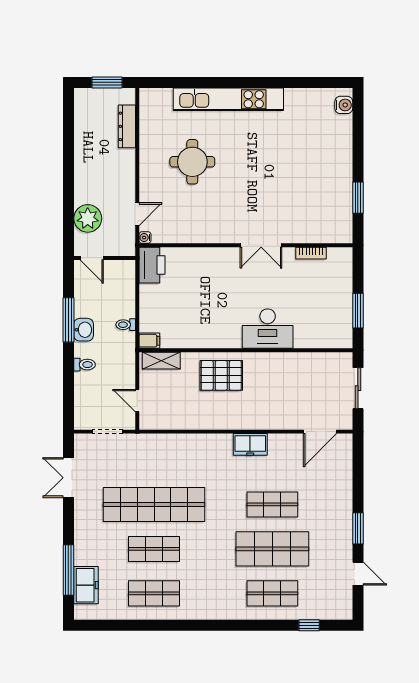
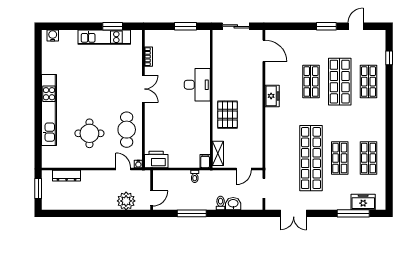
kitchen unit: (341, 185) -> (104, 37), added
cafe table: (198, 219) -> (127, 130), added
washbasin: (84, 330) -> (233, 204), moved

